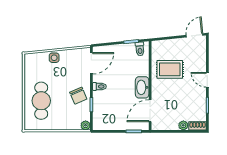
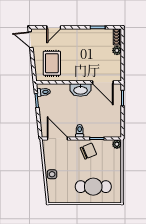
rug: (170, 69) -> (52, 63), moved
door: (207, 80) -> (54, 27), moved

